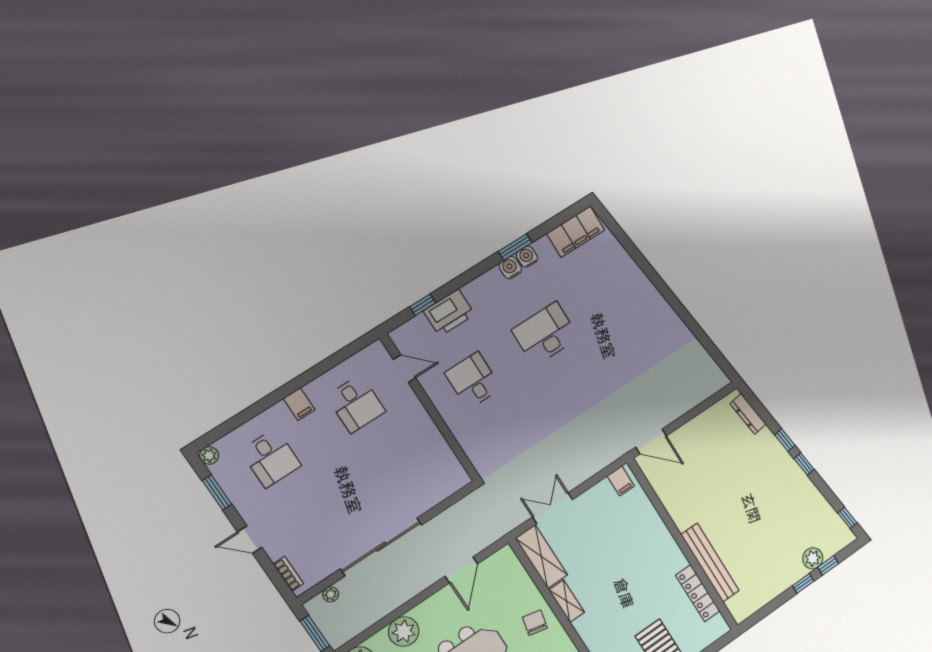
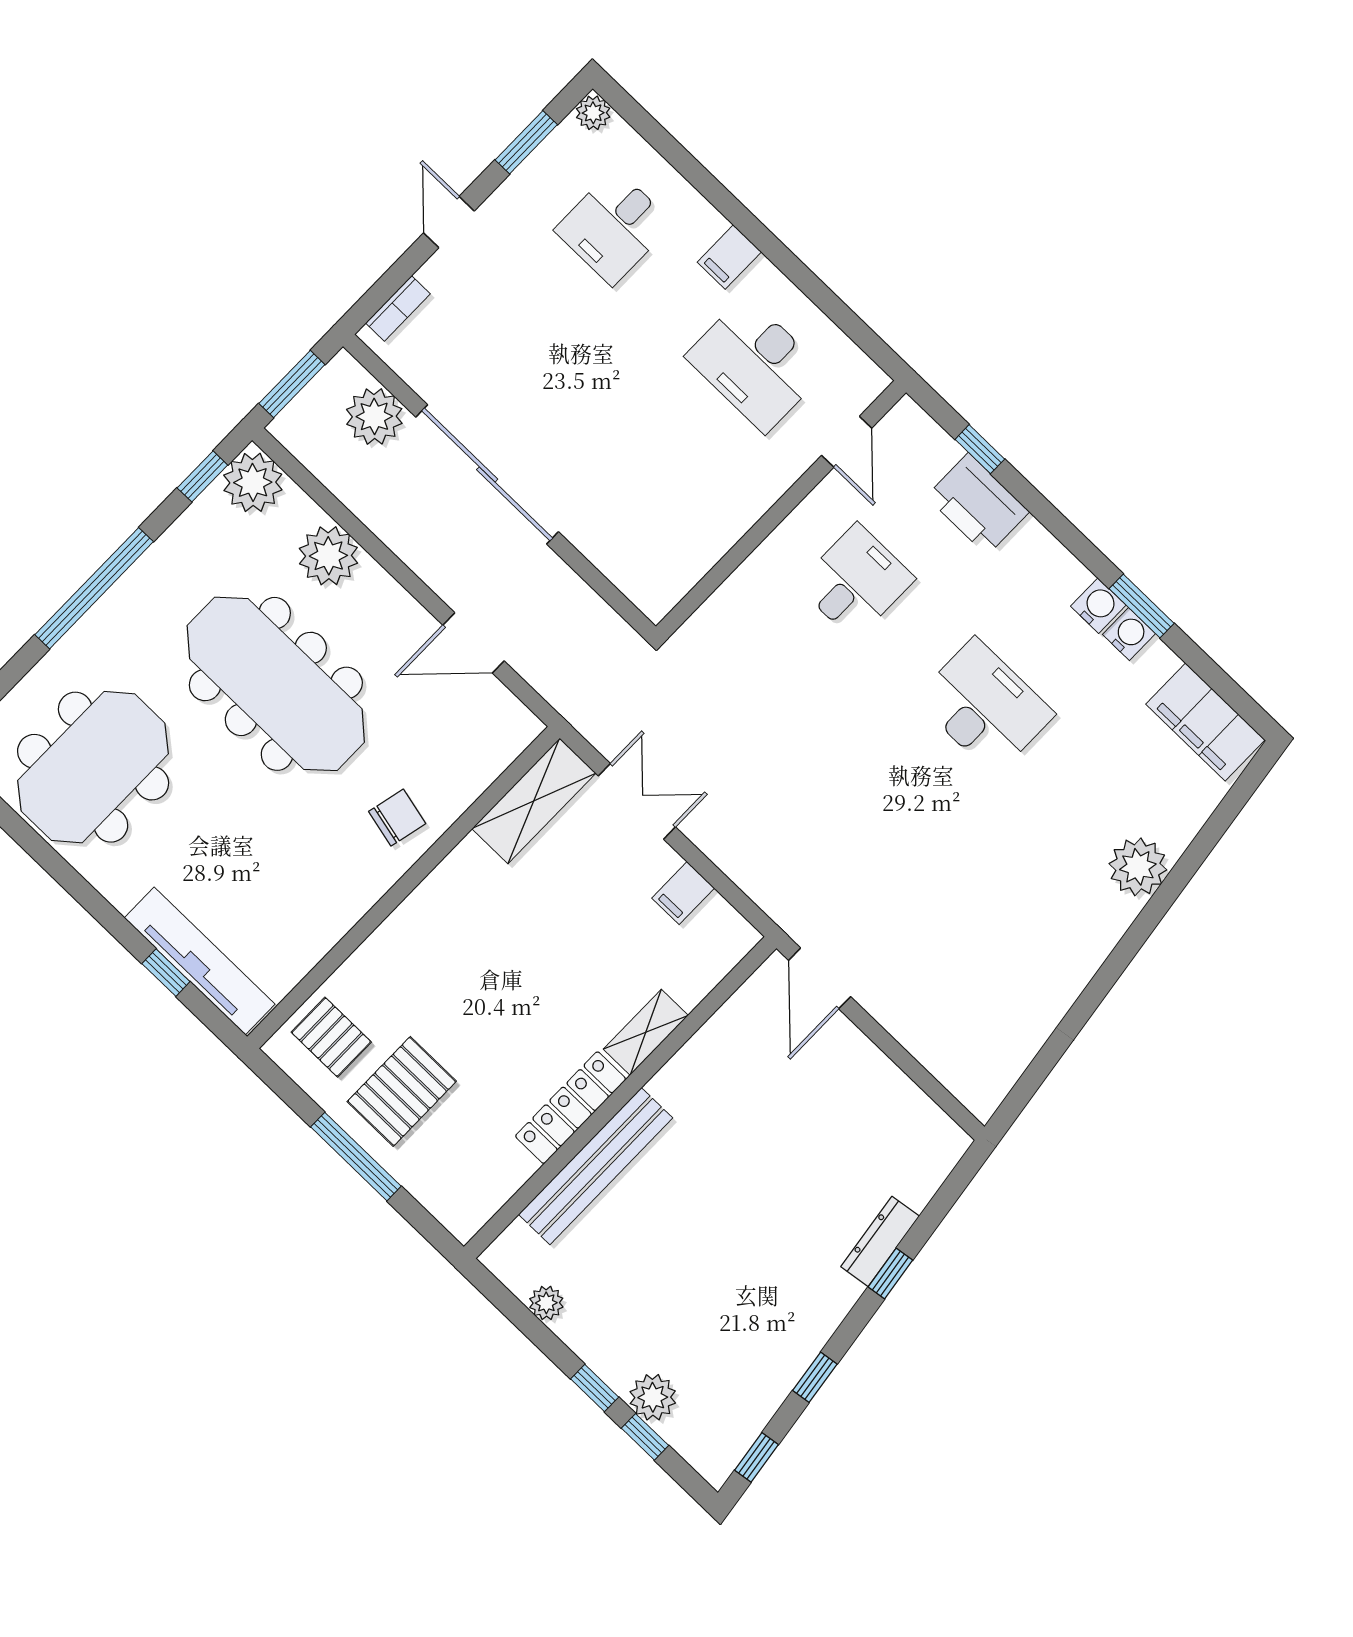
plant: (634, 281) -> (1138, 867), added
desk: (356, 404) -> (755, 364), width x1.37
dresser: (748, 414) -> (880, 1241), moved
window: (804, 464) -> (815, 1377), moved
filing cabinet: (621, 481) -> (683, 893), moved
locker: (698, 593) -> (571, 1108), moved
plant: (331, 594) -> (374, 416), width x1.87, depth x1.87
plant: (763, 597) -> (546, 1303), added
shelving: (567, 601) -> (646, 1032), moved

